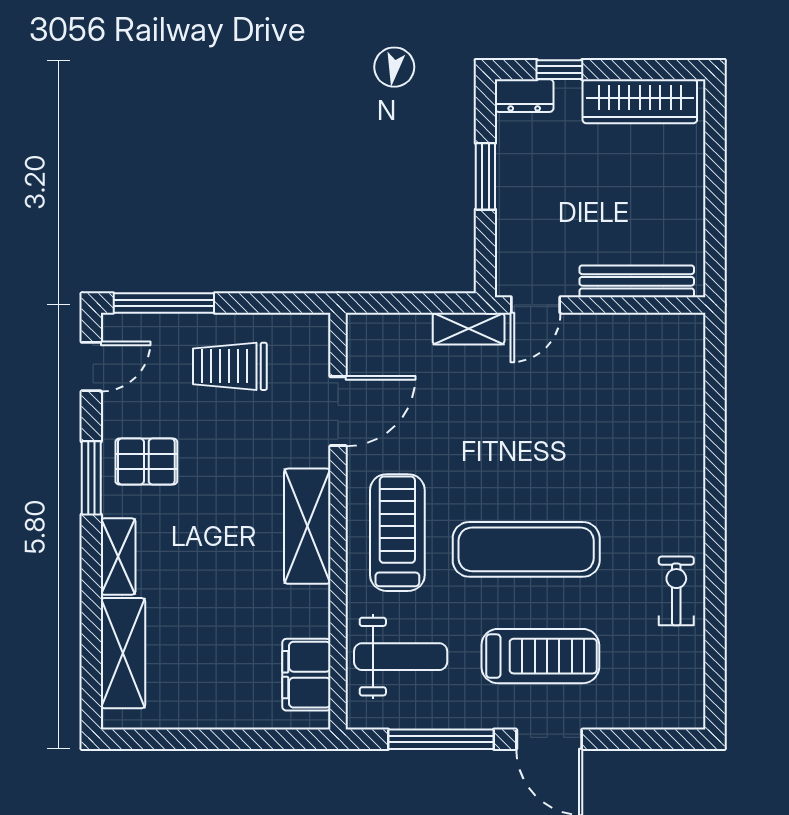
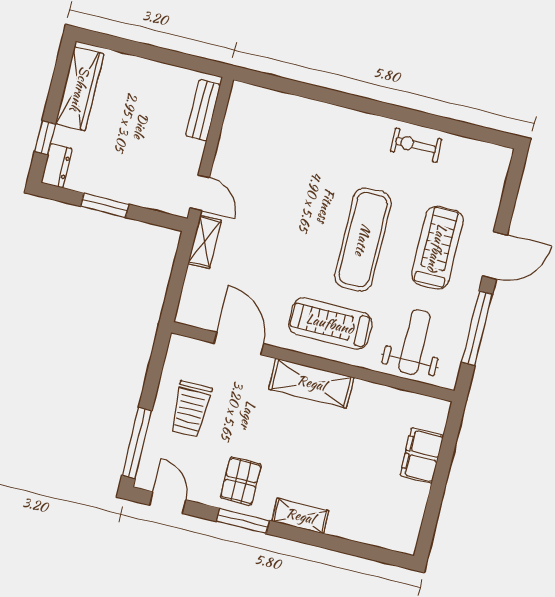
bench: (637, 281) -> (203, 110), width x0.73
shelving: (123, 653) -> (366, 529), removed
filing cabinet: (306, 675) -> (422, 456), moved, turned 90

